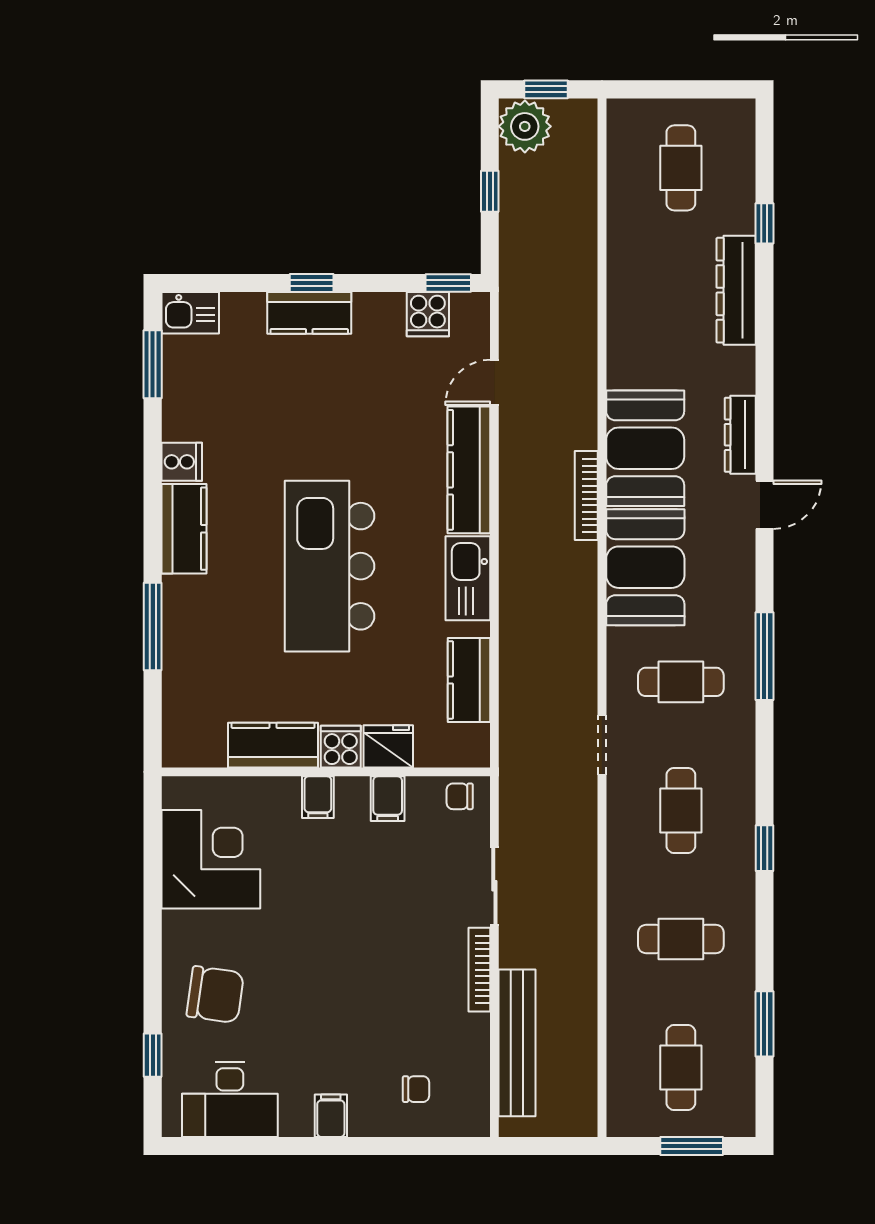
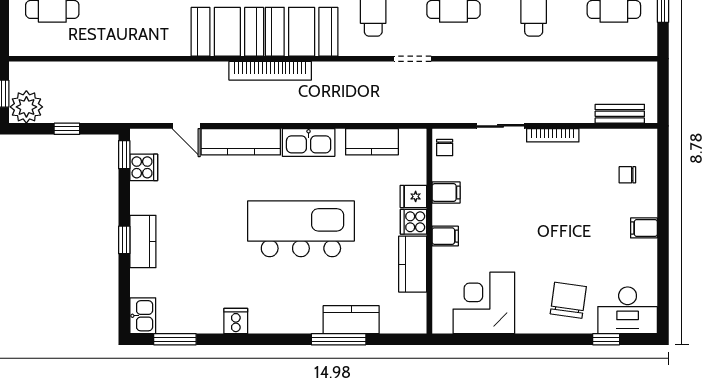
bookcase: (586, 495) -> (270, 71), width x1.48, depth x1.31
kitchen counter: (184, 529) -> (351, 320), moved
kitchen island: (330, 566) -> (301, 229), turned 180
fridge: (388, 746) -> (413, 196), width x0.72
bench: (517, 1043) -> (620, 114), width x0.54, depth x0.82
chair: (416, 1089) -> (627, 175), turned -90
desk: (230, 1100) -> (628, 310), moved, turned 90

